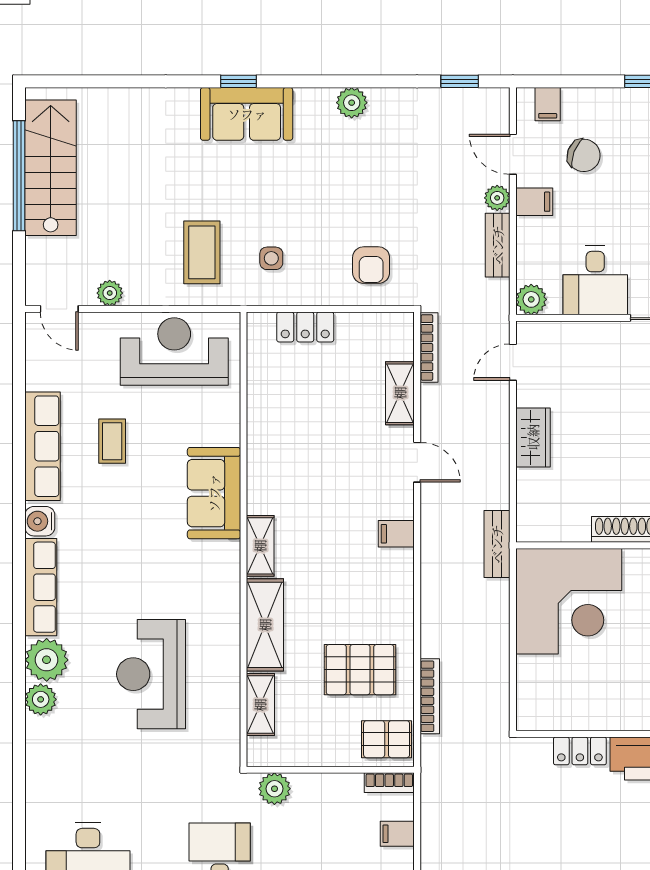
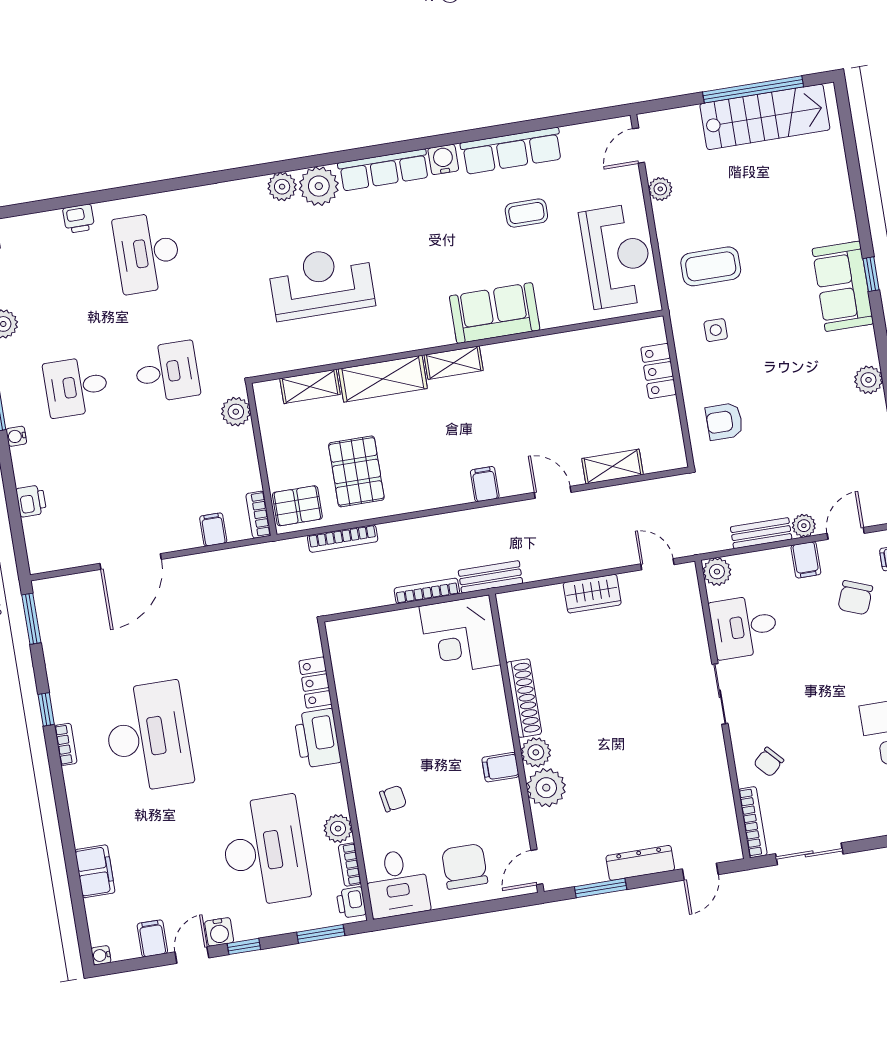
bookcase: (429, 347) -> (427, 591), moved, turned 180
door: (417, 462) -> (553, 492), swing flipped
corner desk: (569, 601) -> (460, 636), width x0.74, depth x0.74
pallet: (387, 739) -> (297, 506), turned 90

